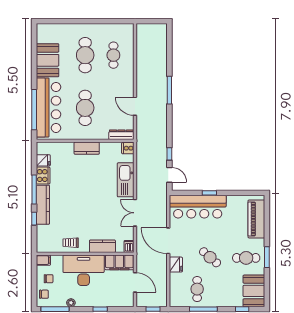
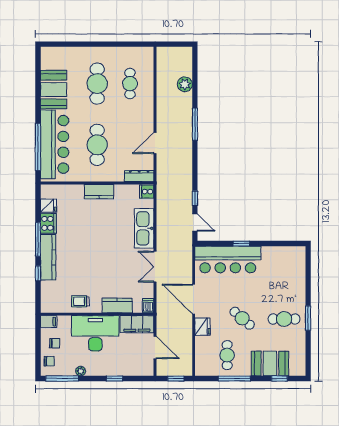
plant: (161, 56) -> (185, 84), added
door: (135, 106) -> (155, 143), hinge flipped
piano: (256, 219) -> (296, 274), removed
booth: (254, 291) -> (270, 363), moved, turned 90

